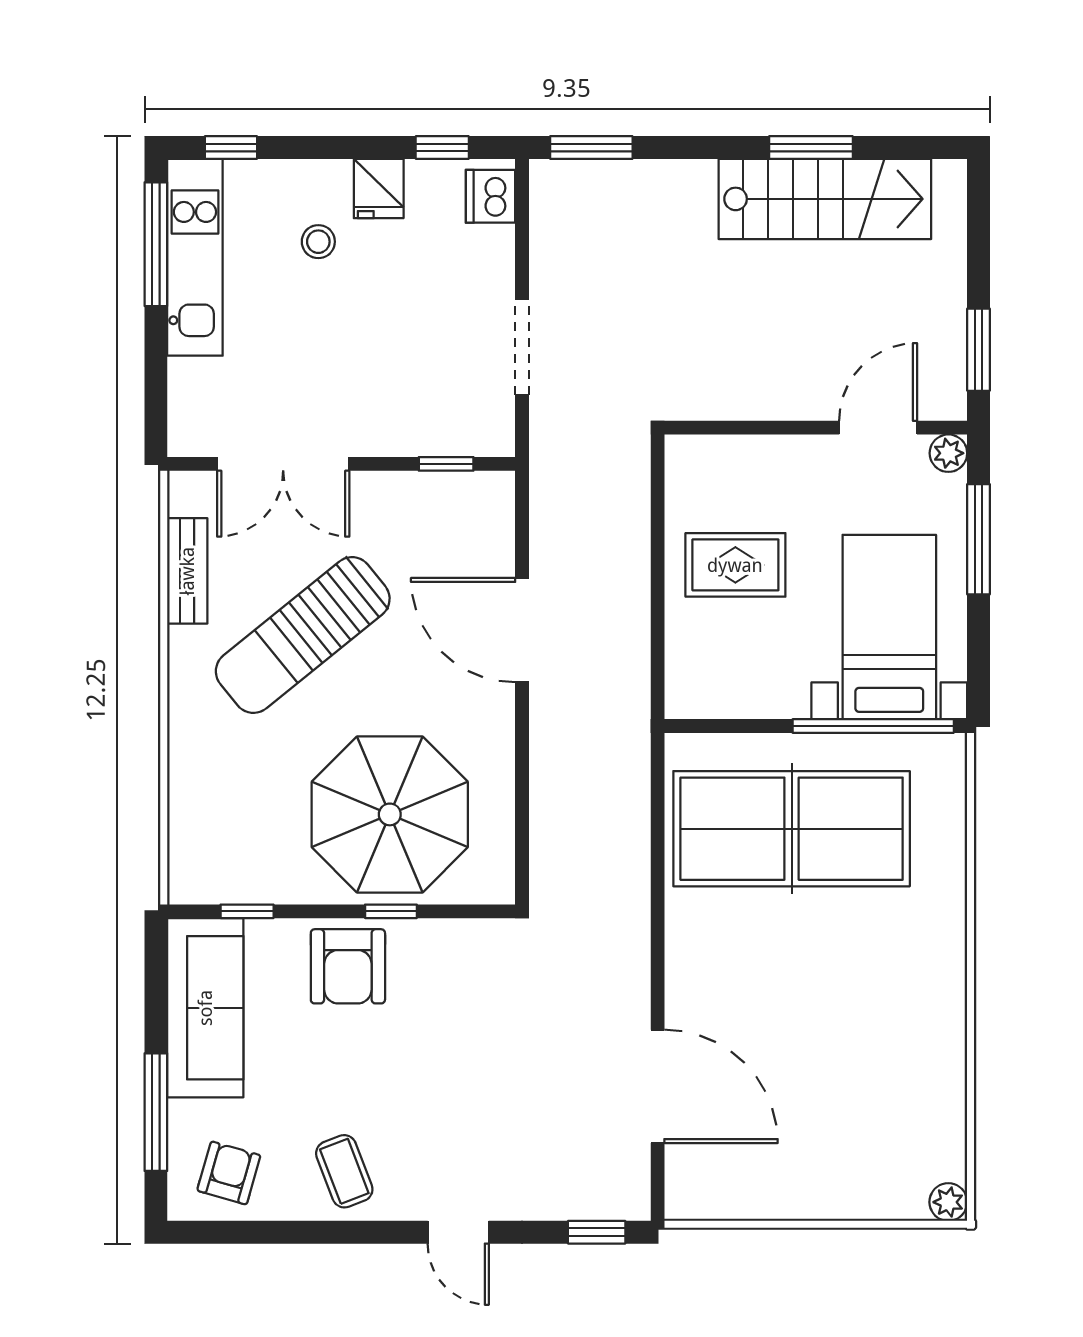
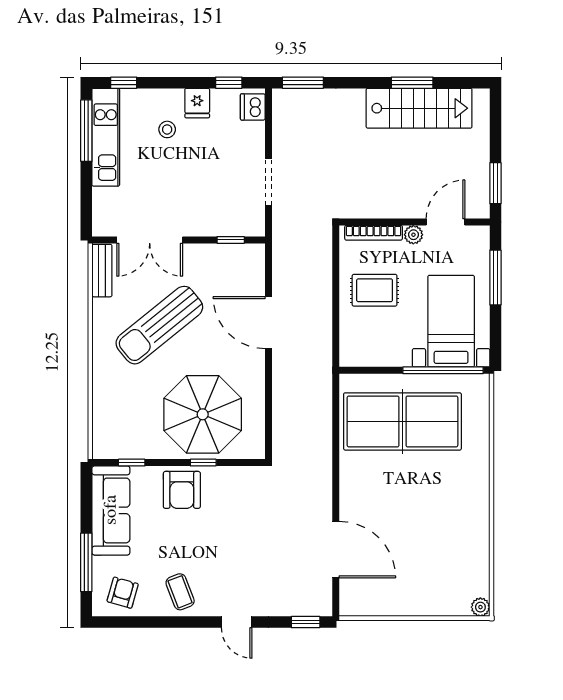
bookcase: (733, 449) -> (374, 233), added
plant: (948, 453) -> (413, 235), moved
bench: (187, 571) -> (102, 271), moved

